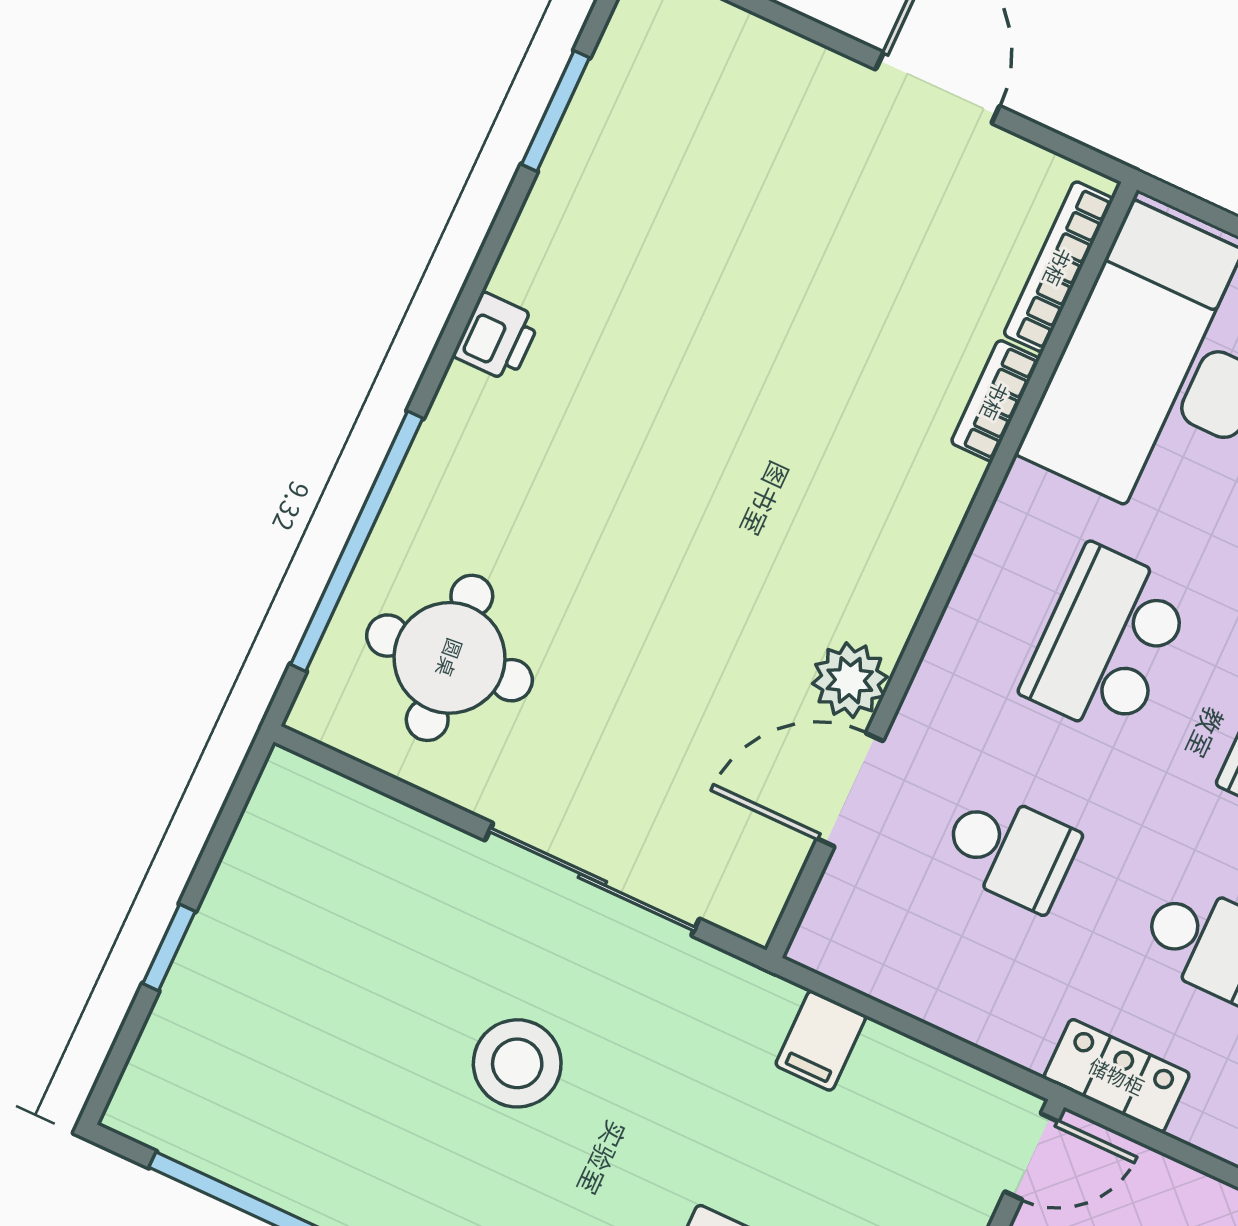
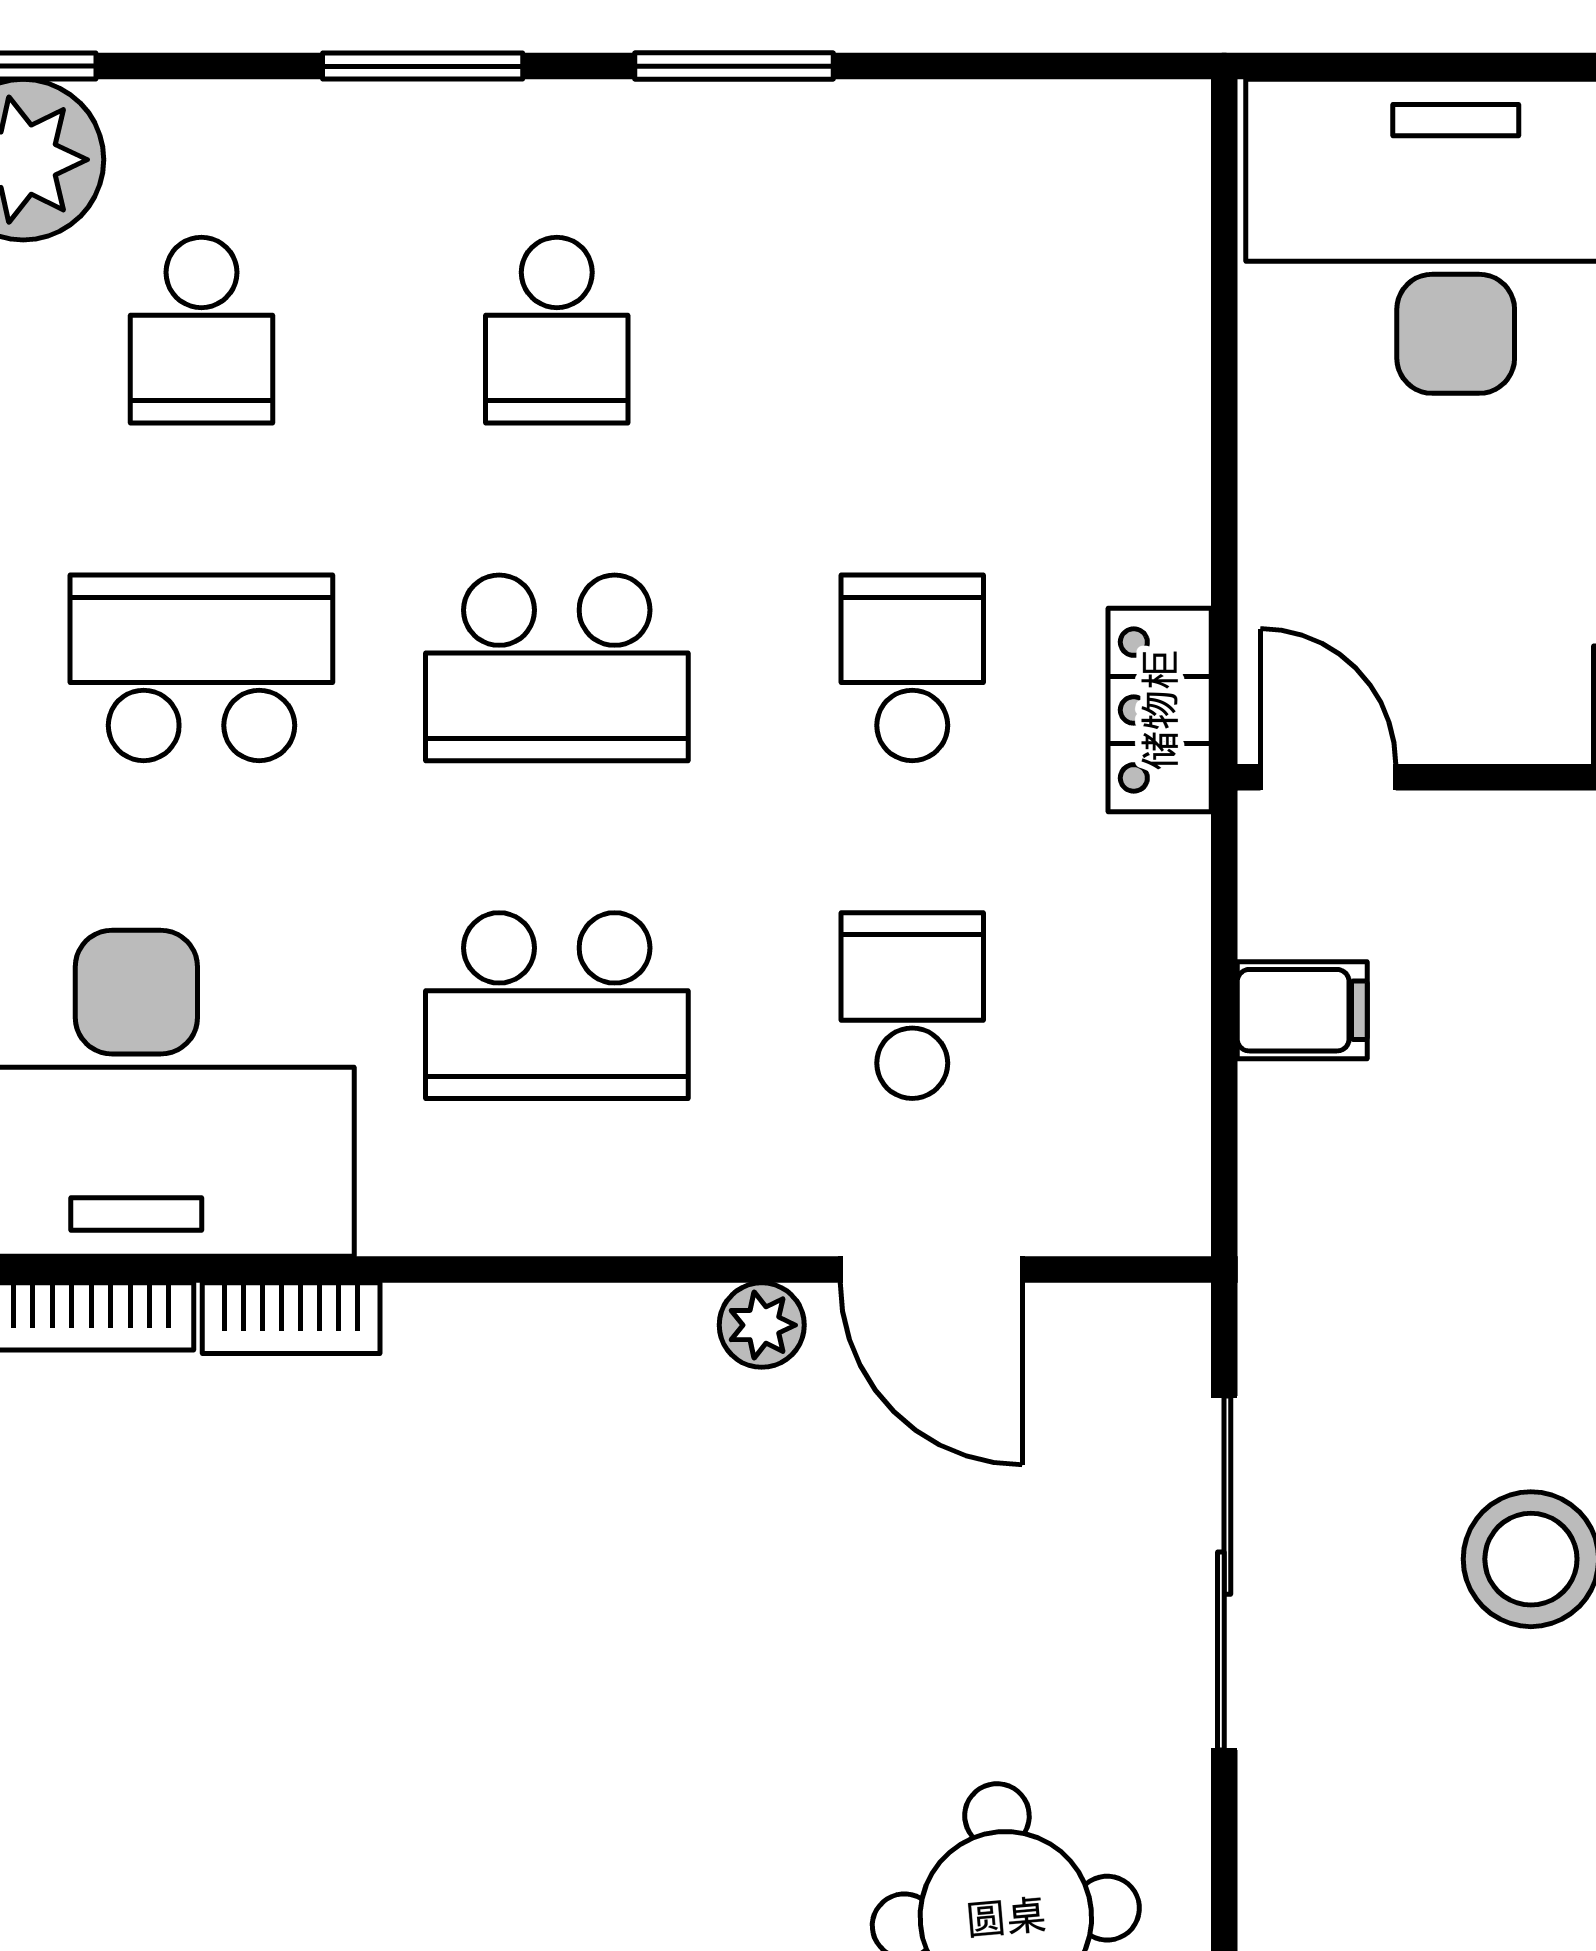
plant: (850, 680) -> (762, 1325), width x0.73, depth x0.73
filing cabinet: (821, 1041) -> (1302, 1010), moved

